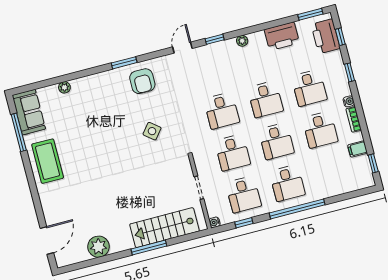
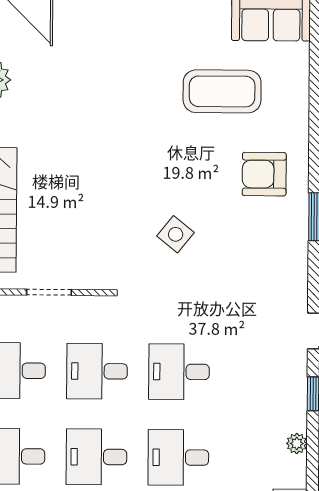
armchair: (142, 81) -> (264, 174), moved
plant: (64, 87) -> (299, 96), removed
coffee table: (48, 161) -> (222, 91), moved

